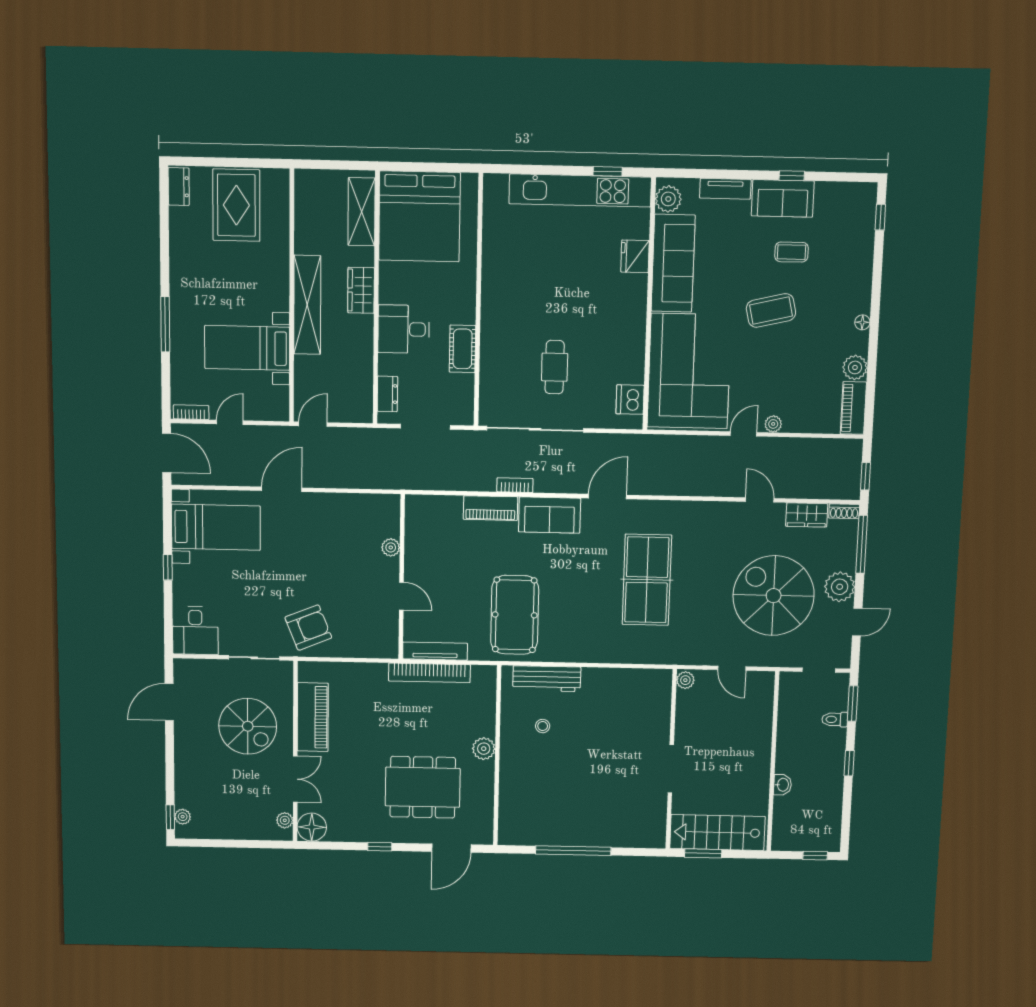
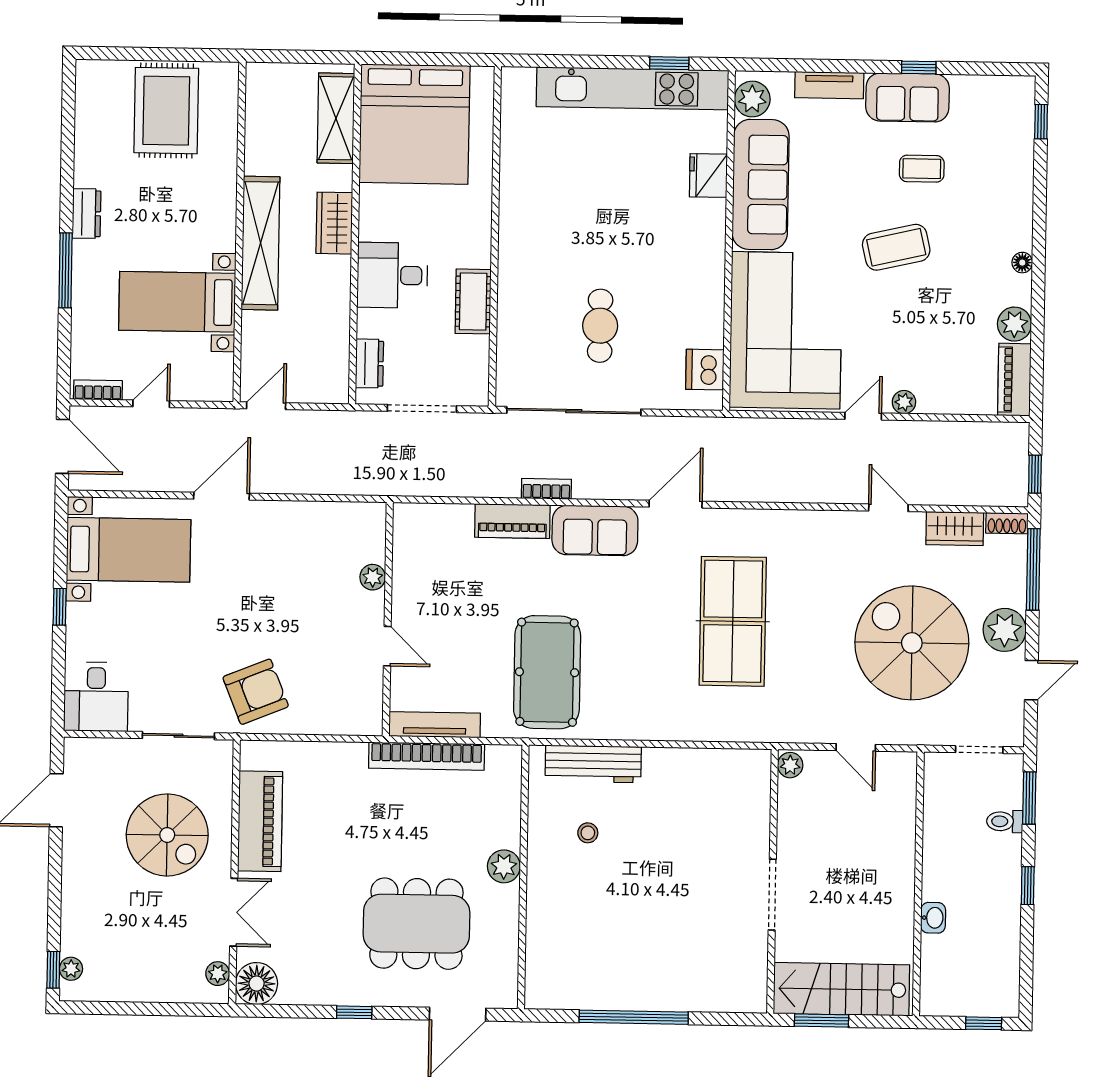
dresser: (179, 187) -> (87, 214), moved

